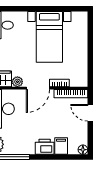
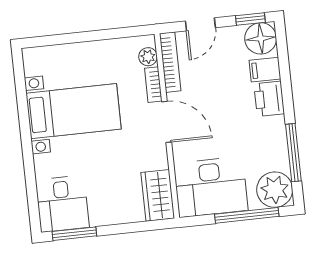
plant: (17, 82) -> (148, 57), moved
window: (90, 141) -> (250, 19), added
floor lamp: (83, 150) -> (261, 38), width x1.89, depth x1.89

